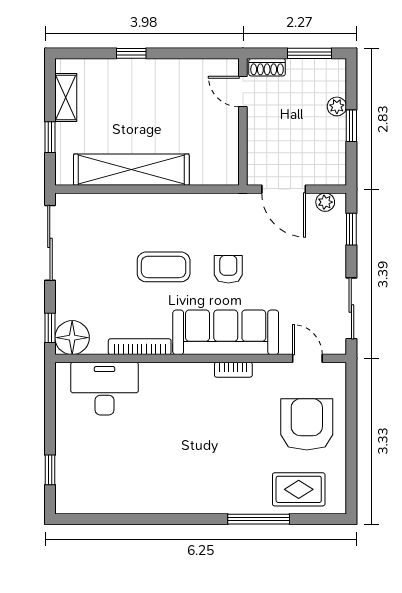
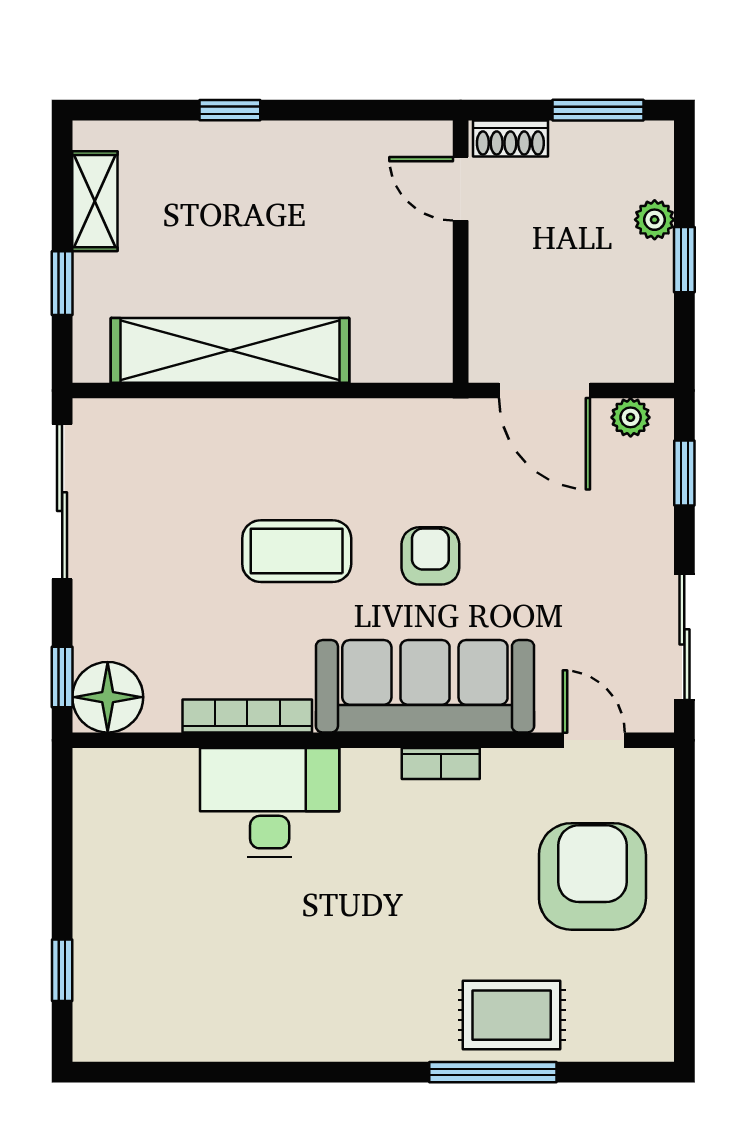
desk: (105, 389) -> (270, 803), moved
rug: (299, 489) -> (512, 1015), moved

